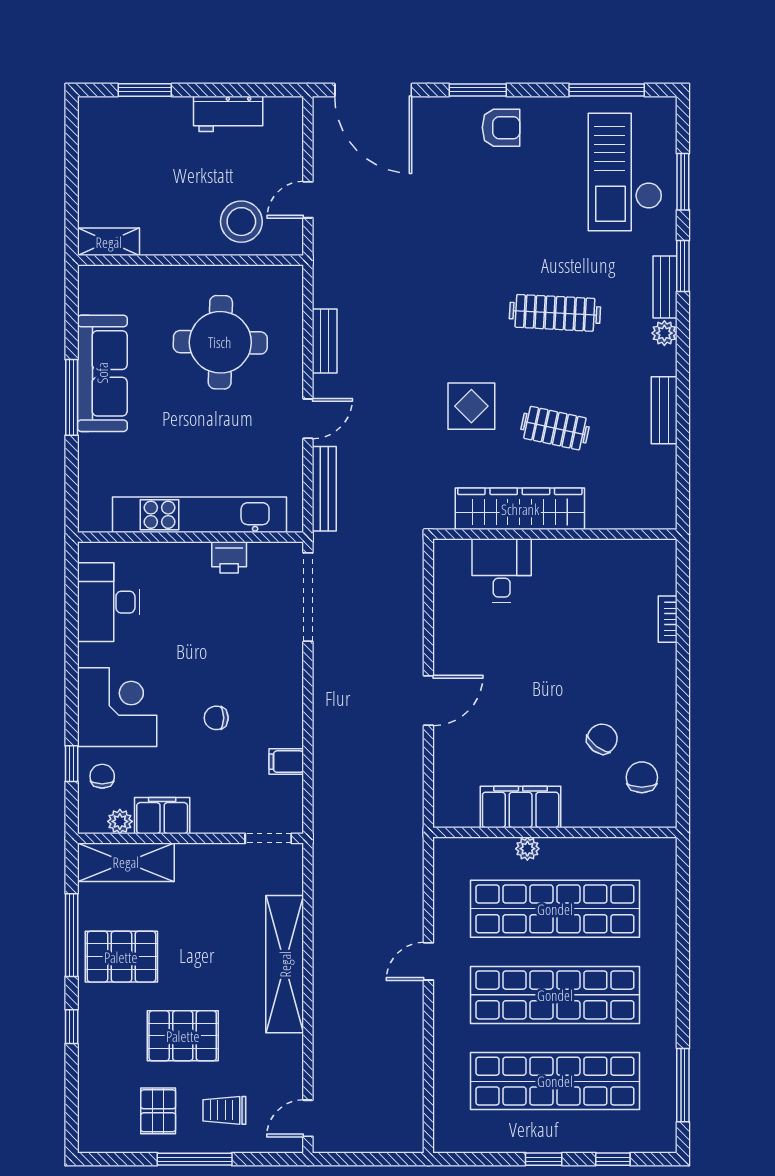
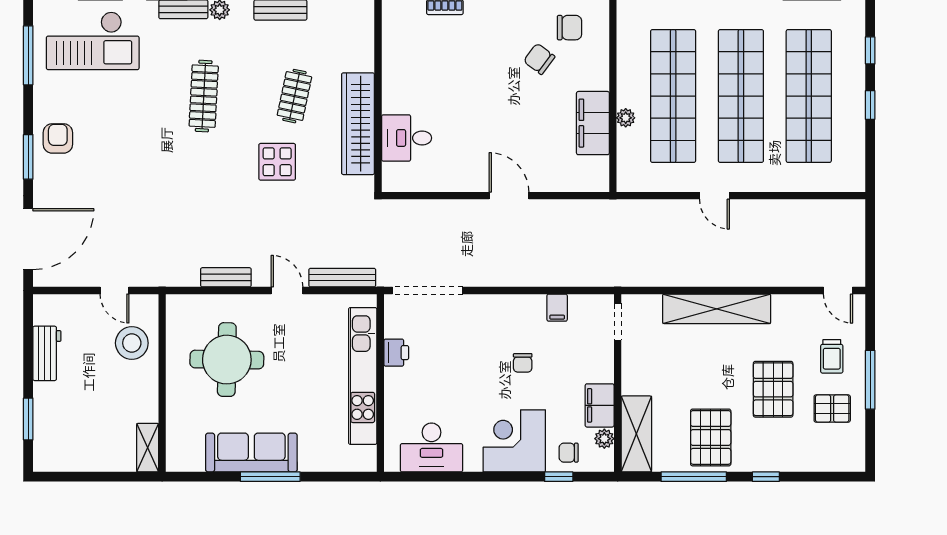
chair: (642, 777) -> (569, 28), turned 180

